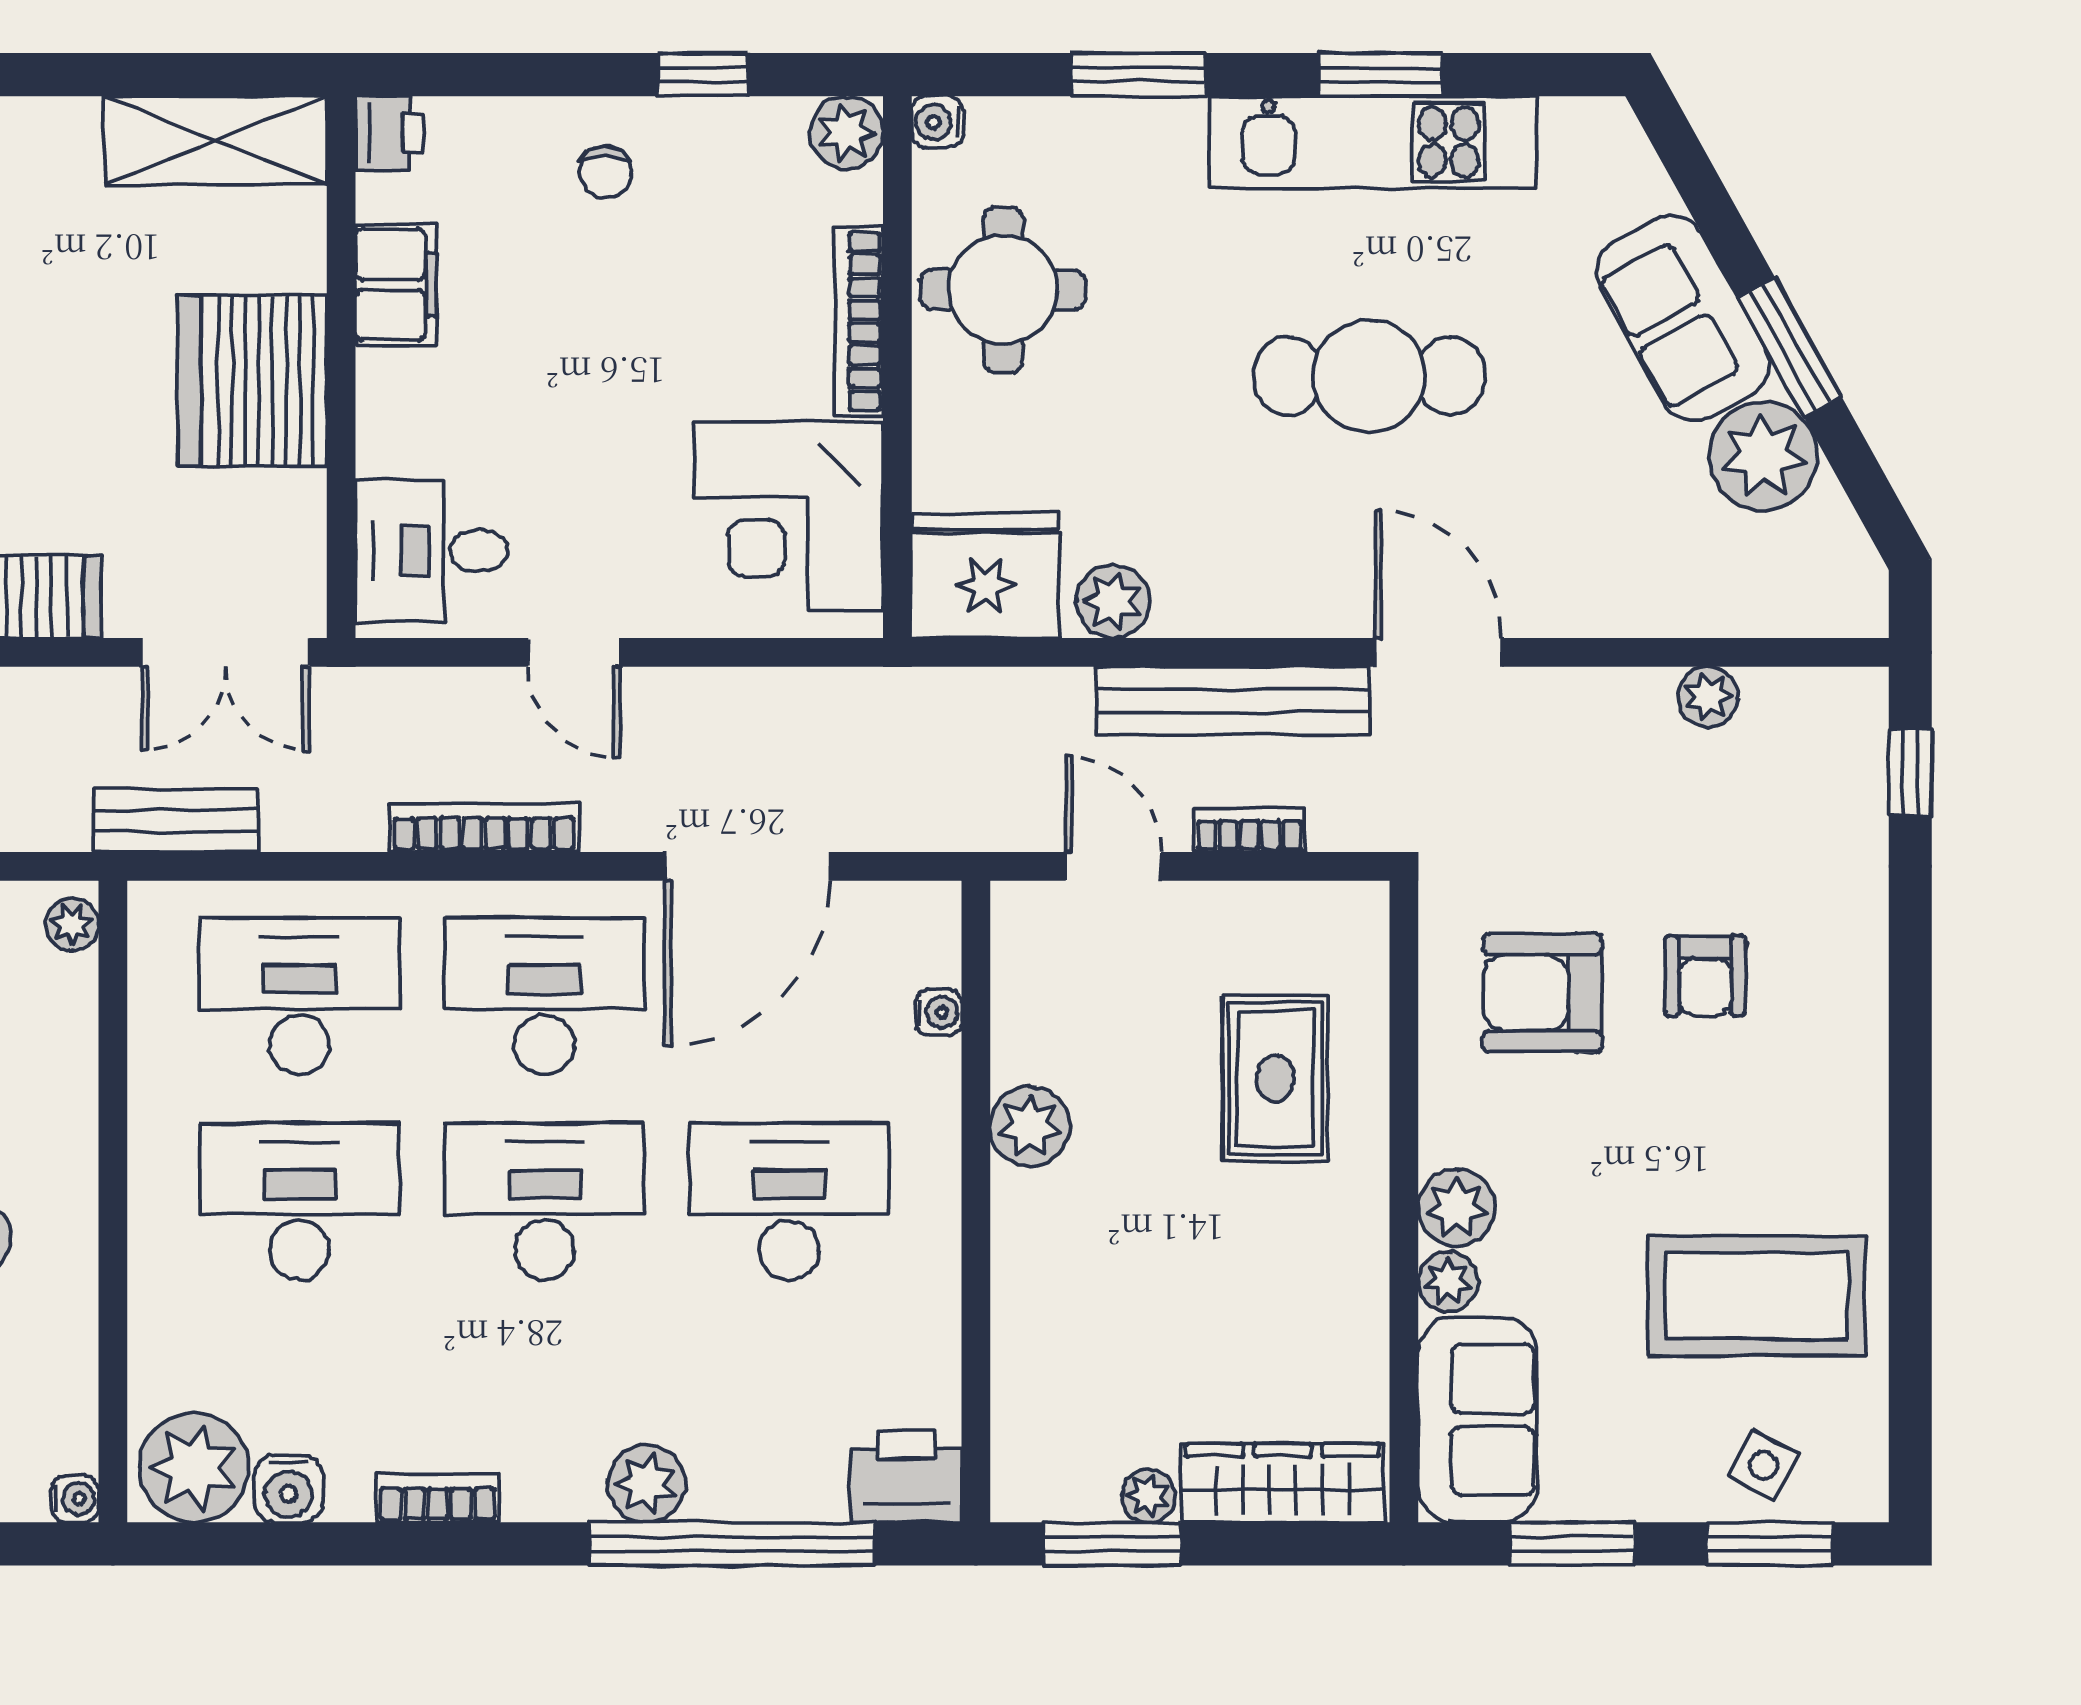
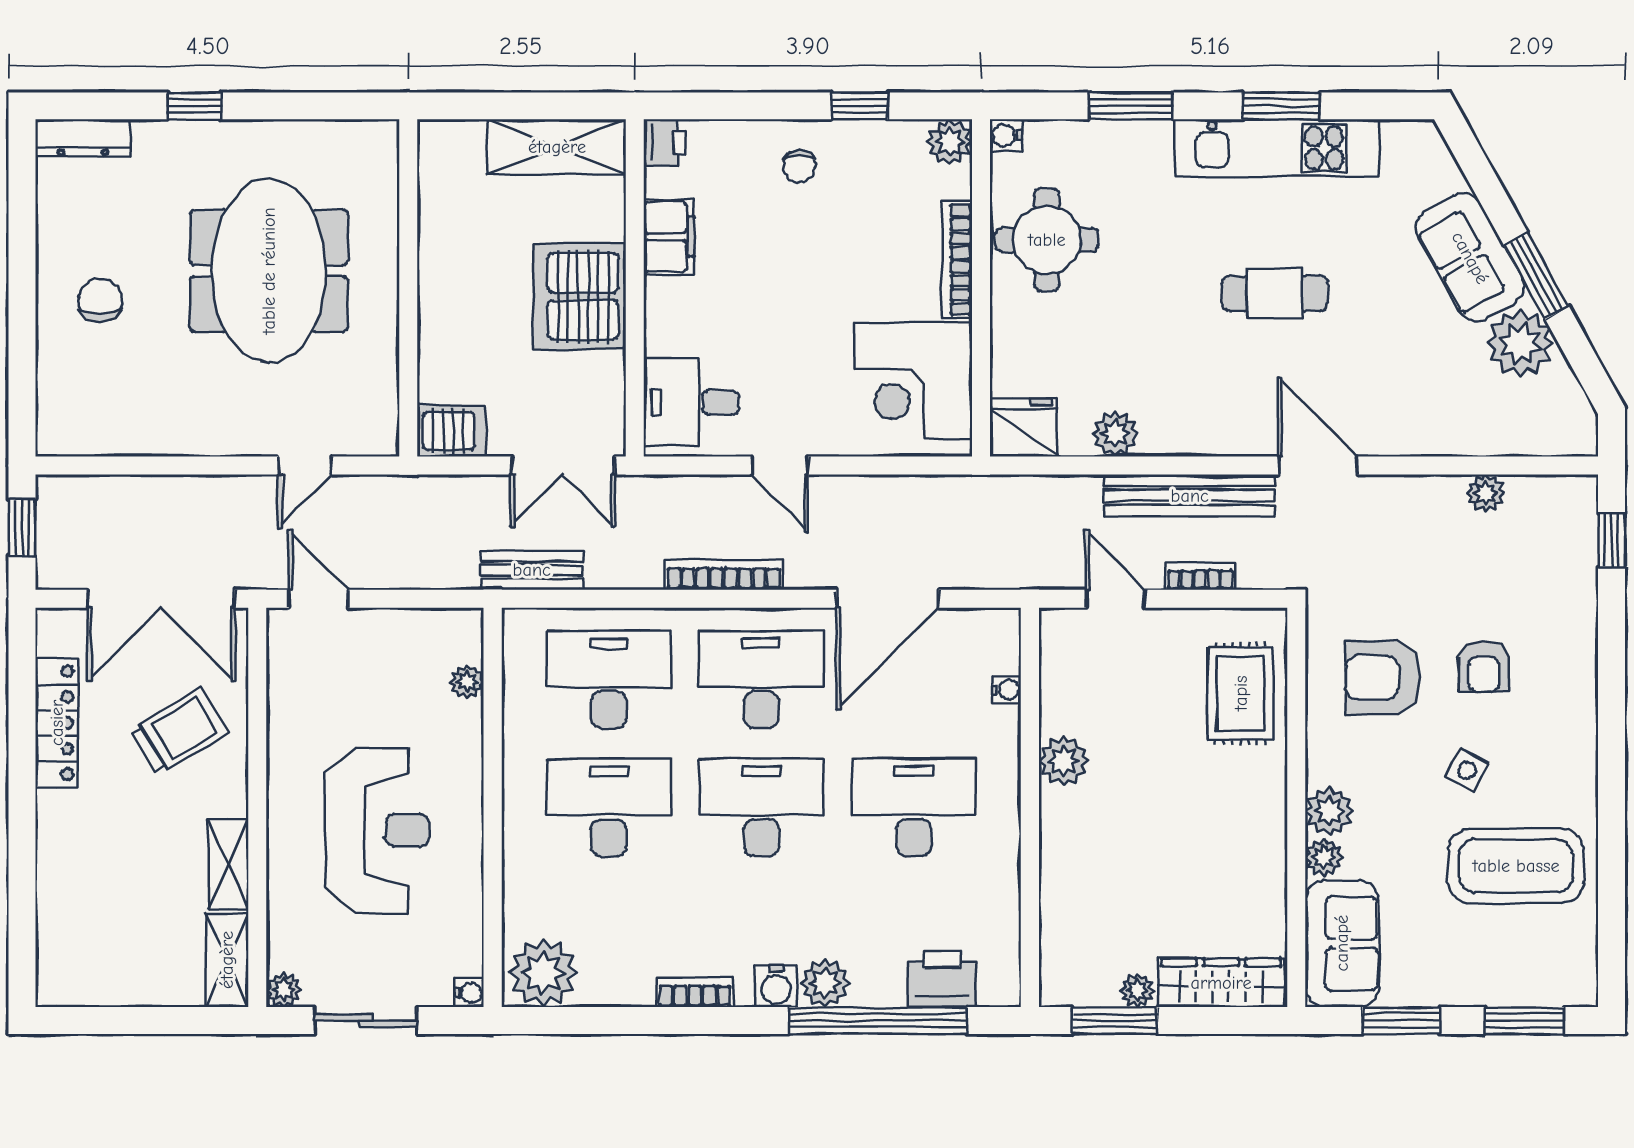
cafe table: (1369, 376) -> (1275, 293), width x0.73, depth x0.74
fridge: (986, 575) -> (1024, 428), width x0.73, depth x0.75
plant: (72, 924) -> (467, 682), moved
rug: (1275, 1078) -> (1241, 693), moved
side table: (1764, 1465) -> (1467, 770), moved
printer: (906, 1477) -> (942, 979), moved
water cooler: (288, 1489) -> (776, 986), moved

